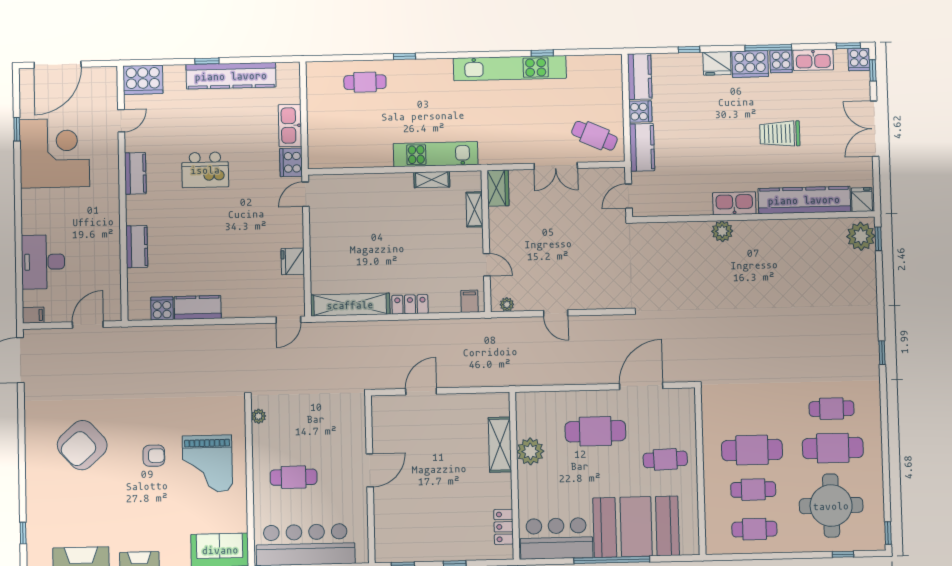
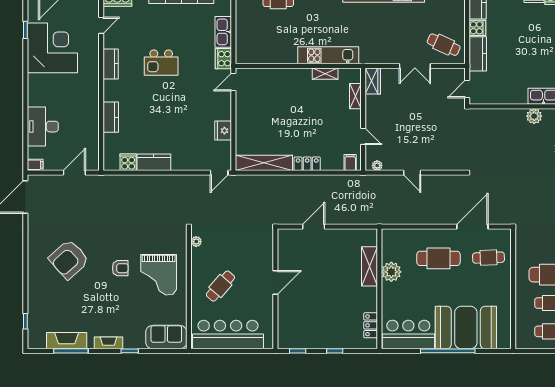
cafe table: (665, 459) -> (488, 258), moved
cafe table: (294, 477) -> (220, 286), turned -49

